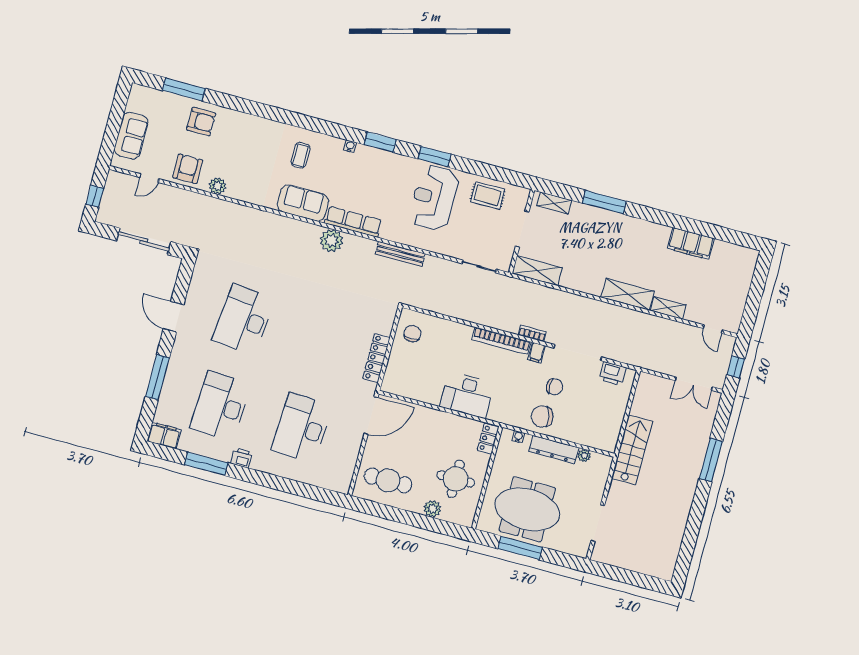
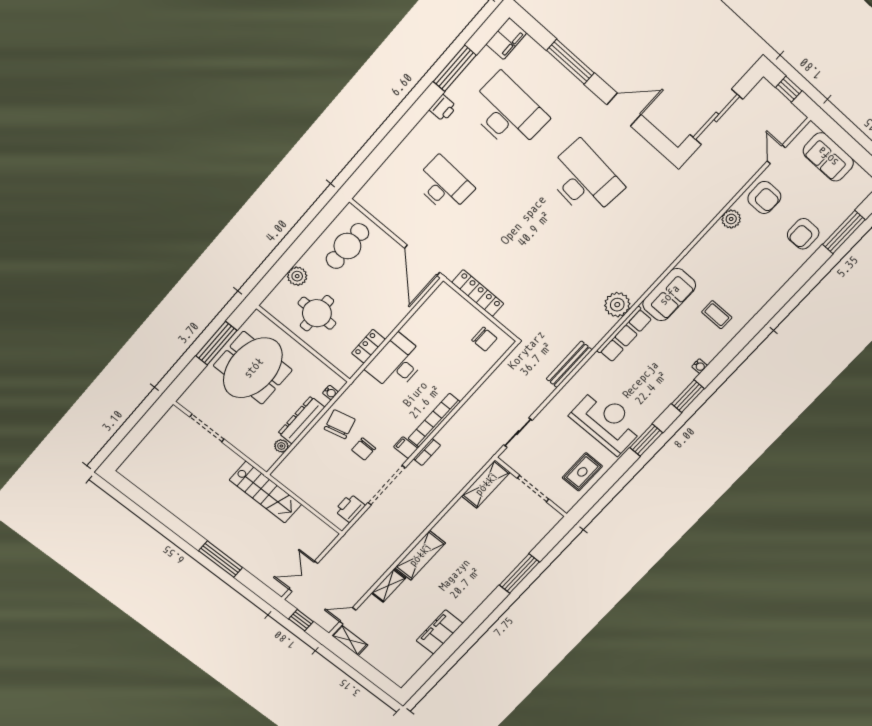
shelving: (554, 203) -> (350, 640), moved, turned 90
desk: (302, 428) -> (444, 185), width x0.73, depth x0.77
locker: (488, 439) -> (368, 346), moved, turned -90

